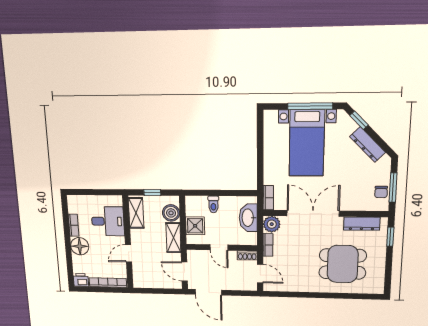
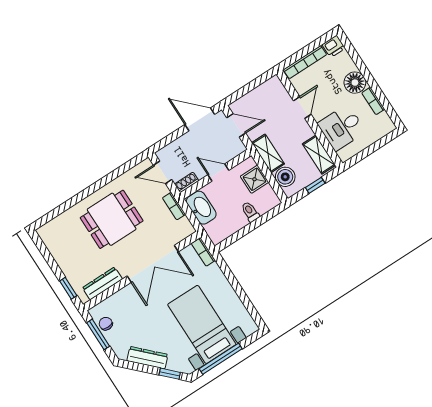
washbasin: (248, 218) -> (201, 208), moved
plant: (272, 224) -> (184, 229), removed
dining table: (343, 264) -> (112, 219), moved

